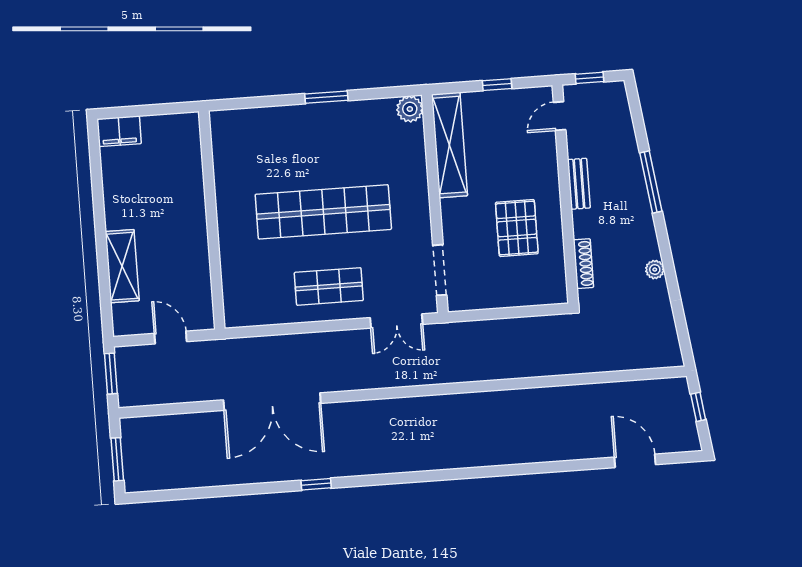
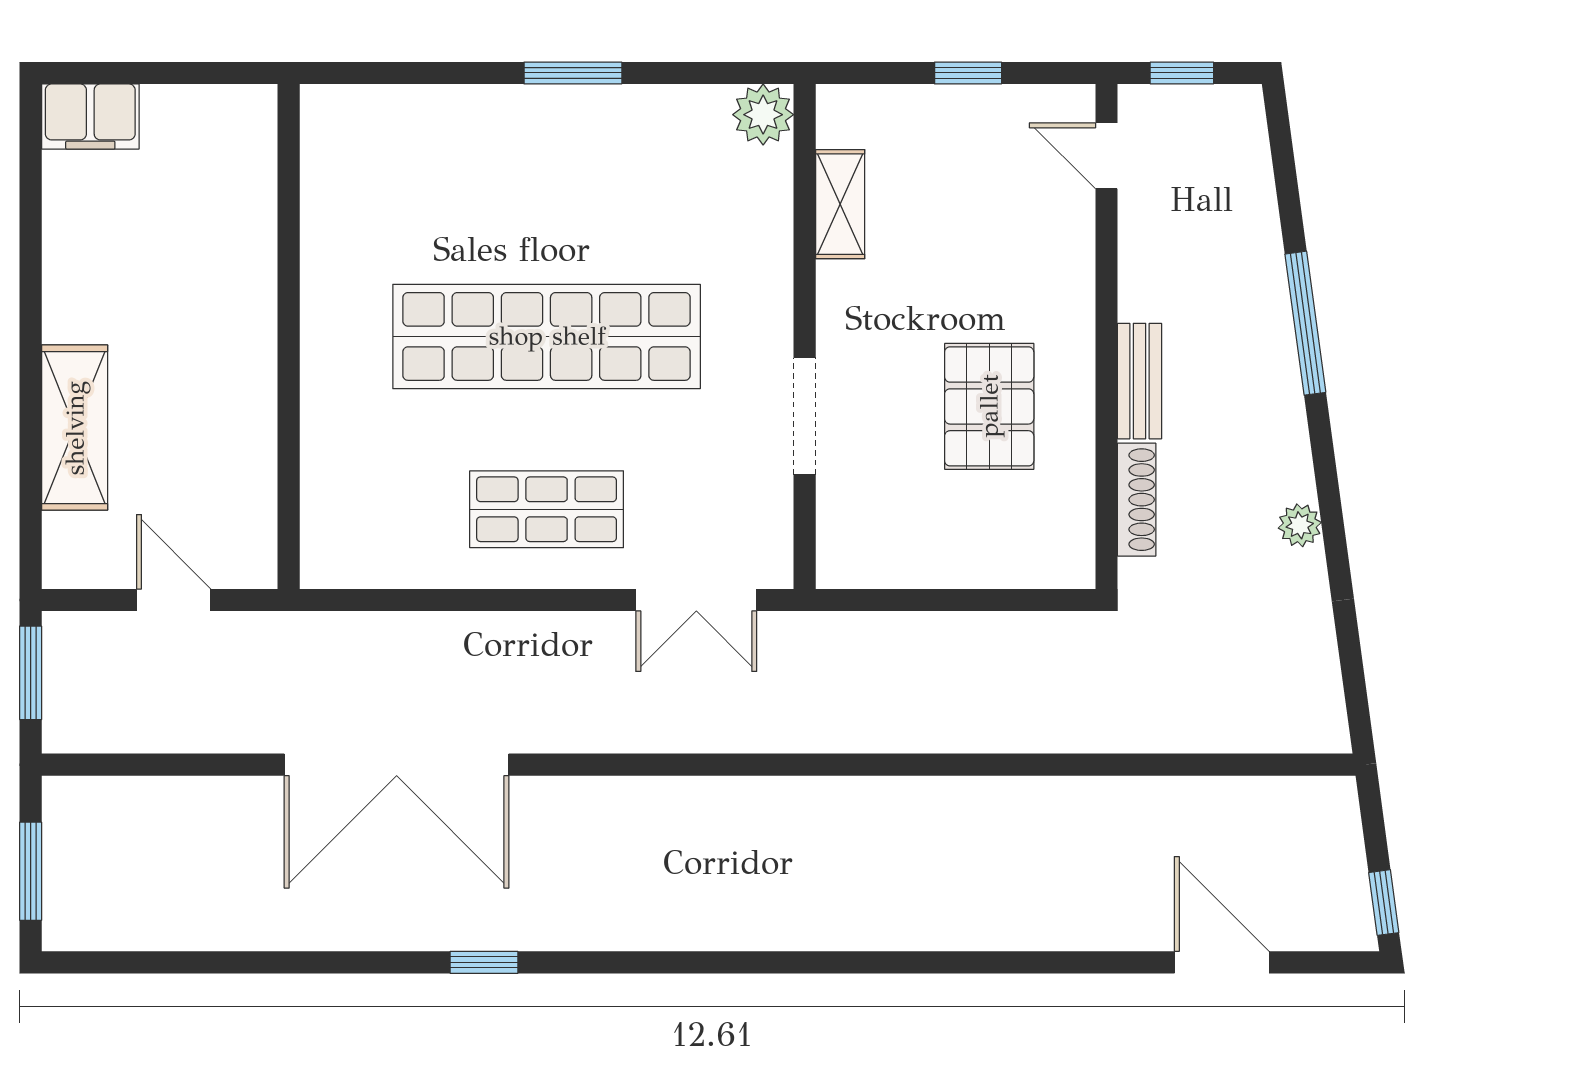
door: (560, 116) -> (1106, 156), hinge flipped
shelving: (449, 145) -> (840, 204), width x0.45, depth x0.75
bench: (579, 184) -> (1140, 381), moved
doorway: (440, 270) -> (805, 416), moved
window: (698, 407) -> (1384, 903), moved

